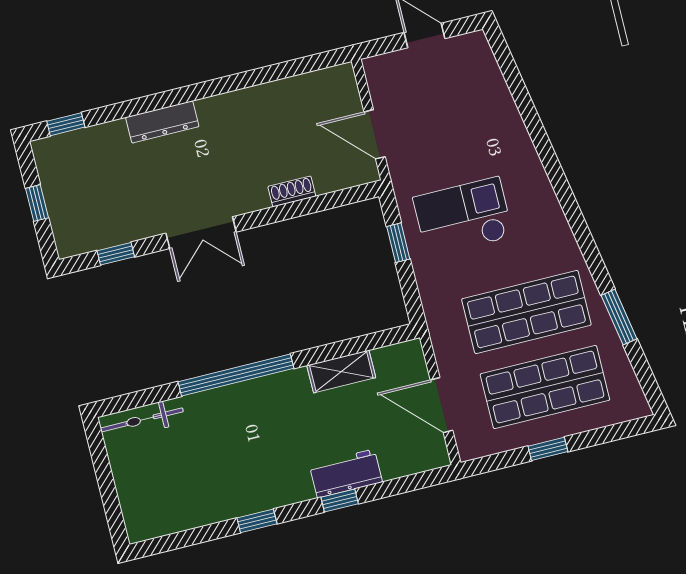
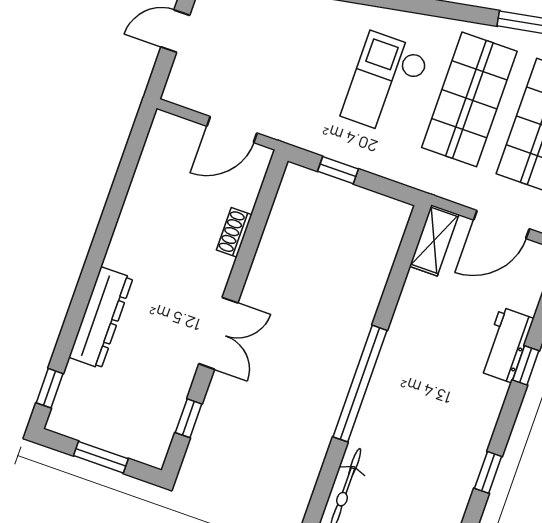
dresser: (162, 122) -> (101, 318), width x1.37, depth x1.24
window: (37, 203) -> (101, 457), width x1.50
checkout: (463, 217) -> (385, 84), moved
shelving: (341, 372) -> (434, 240), moved
window: (257, 521) -> (488, 472), moved

